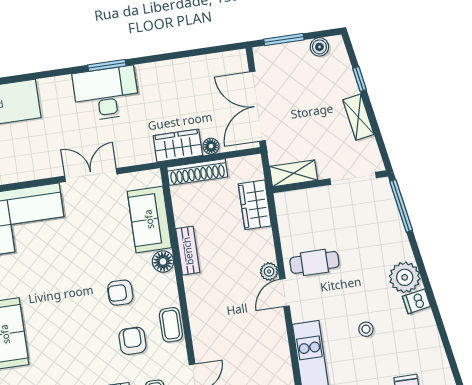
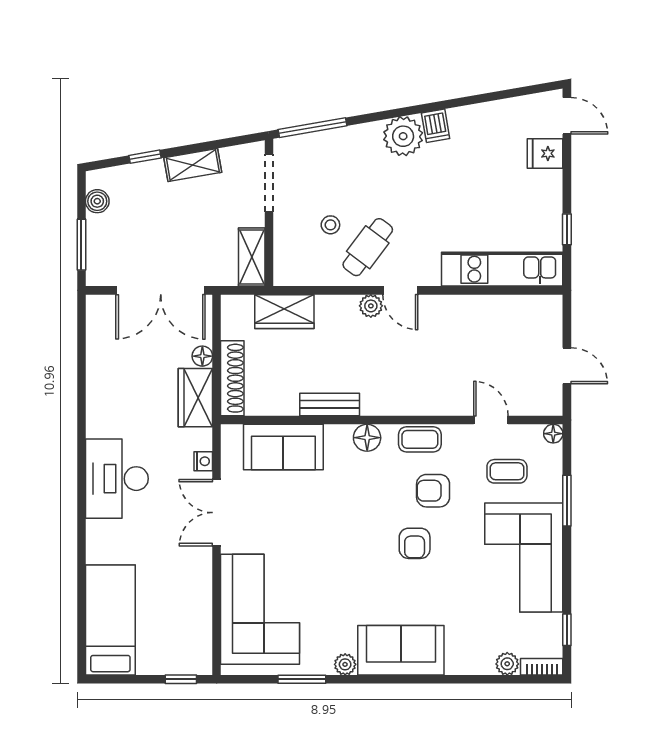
window: (107, 65) -> (81, 472), removed
nightstand: (129, 159) -> (203, 461), added
floor lamp: (163, 262) -> (367, 438), moved
cafe table: (314, 262) -> (368, 247), turned 37
armchair: (120, 293) -> (415, 543), moved
stool: (366, 329) -> (330, 225), moved

